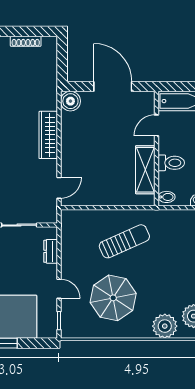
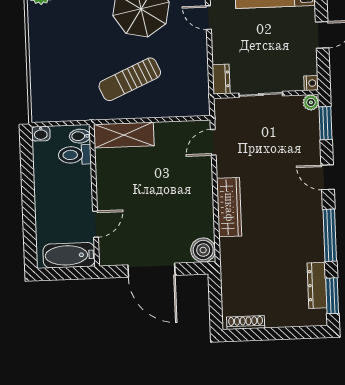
shoe rack: (26, 41) -> (246, 322), moved
toilet: (171, 163) -> (75, 155), moved
shelving: (145, 170) -> (124, 135), moved, turned 90
dresser: (51, 251) -> (221, 79), moved

